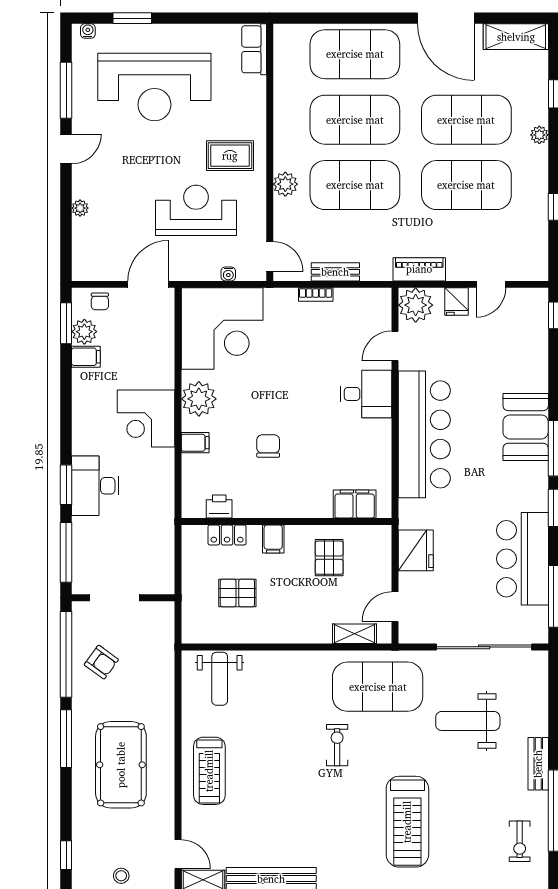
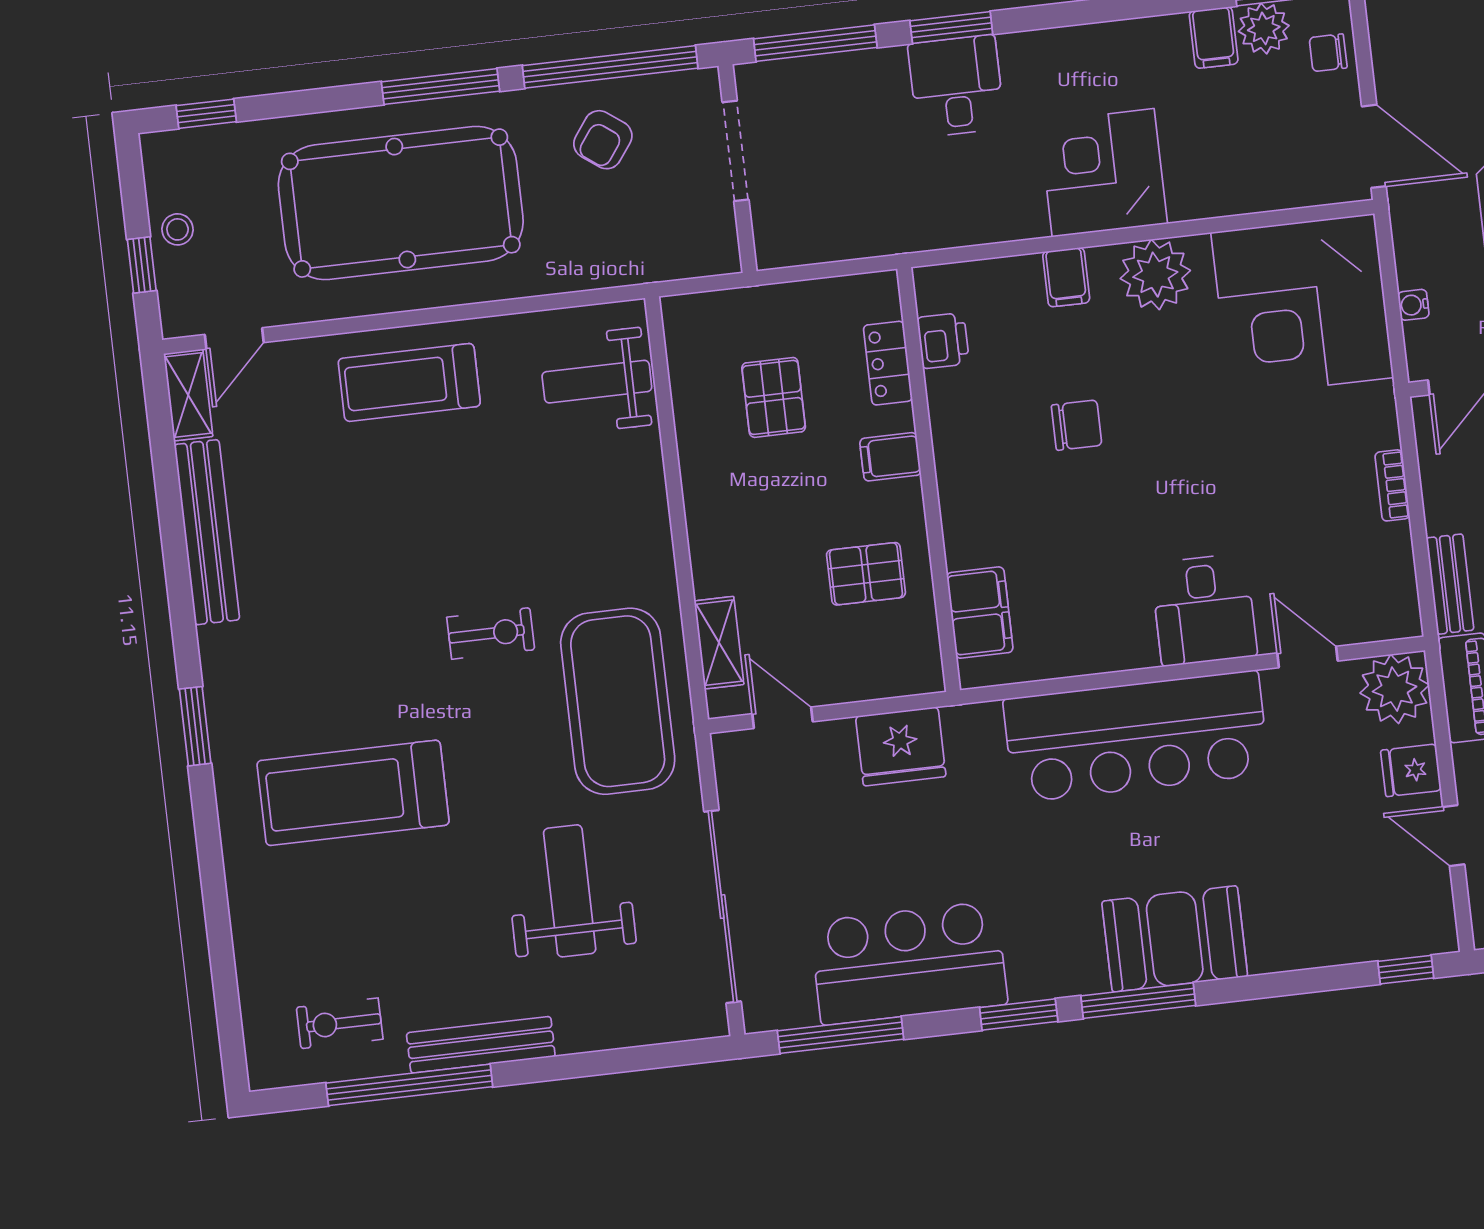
bench: (335, 272) -> (1450, 584), moved
desk: (95, 486) -> (956, 86), width x0.73
bench: (538, 764) -> (481, 1045), width x1.36
pool table: (121, 765) -> (401, 203), width x1.36, depth x1.32

